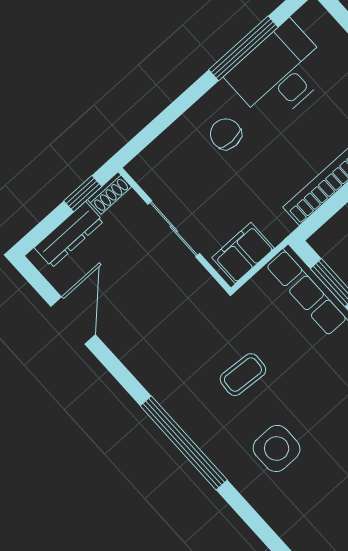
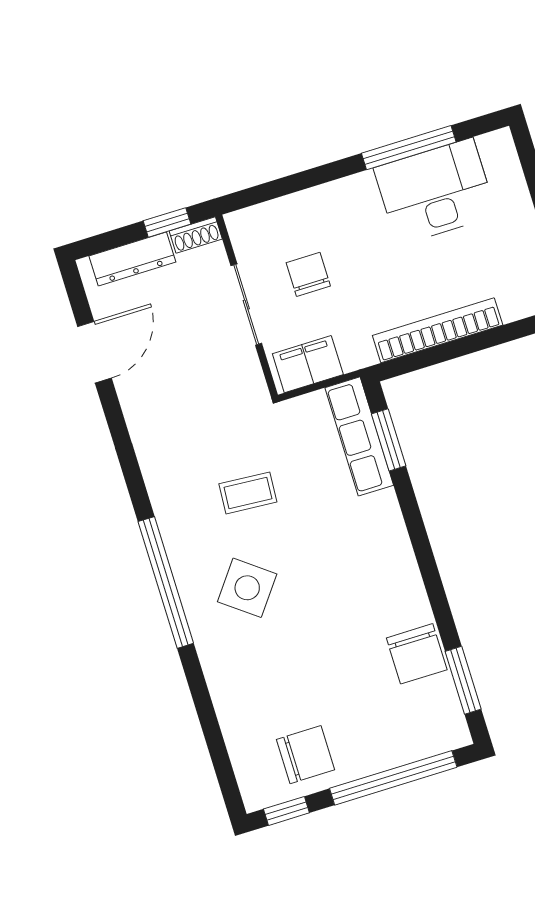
chair: (226, 134) -> (308, 274), moved
window: (184, 443) -> (166, 582), moved
side table: (277, 448) -> (247, 588), turned 37

